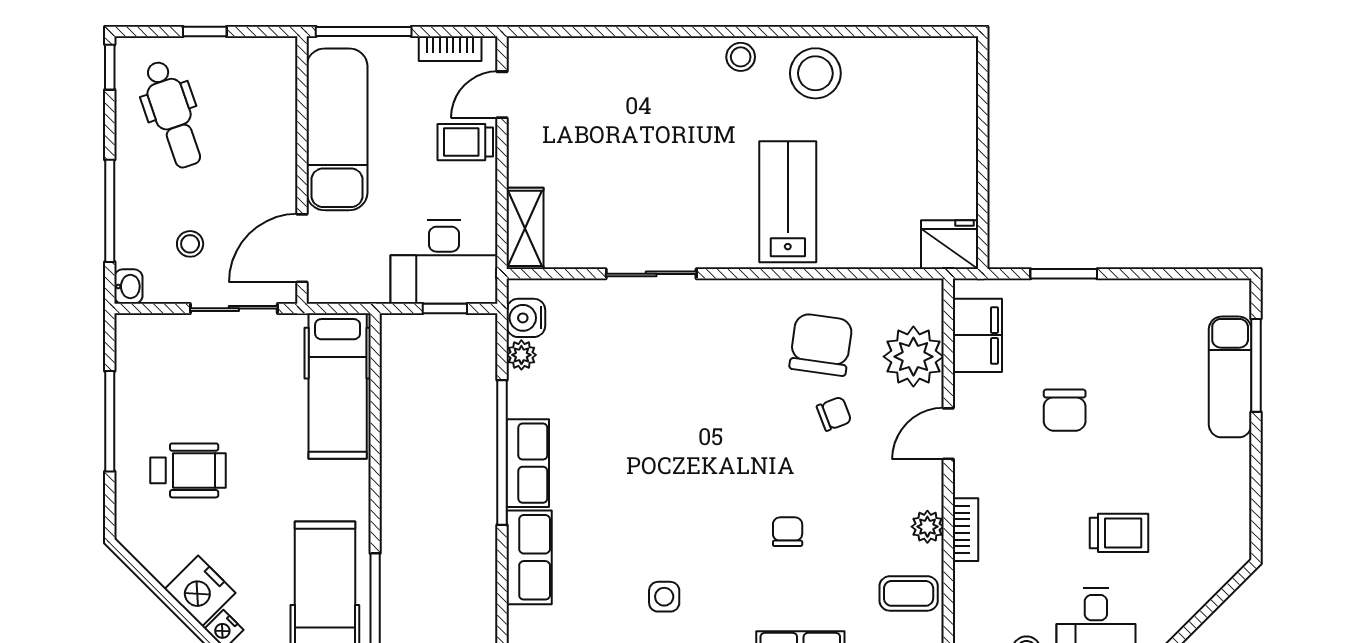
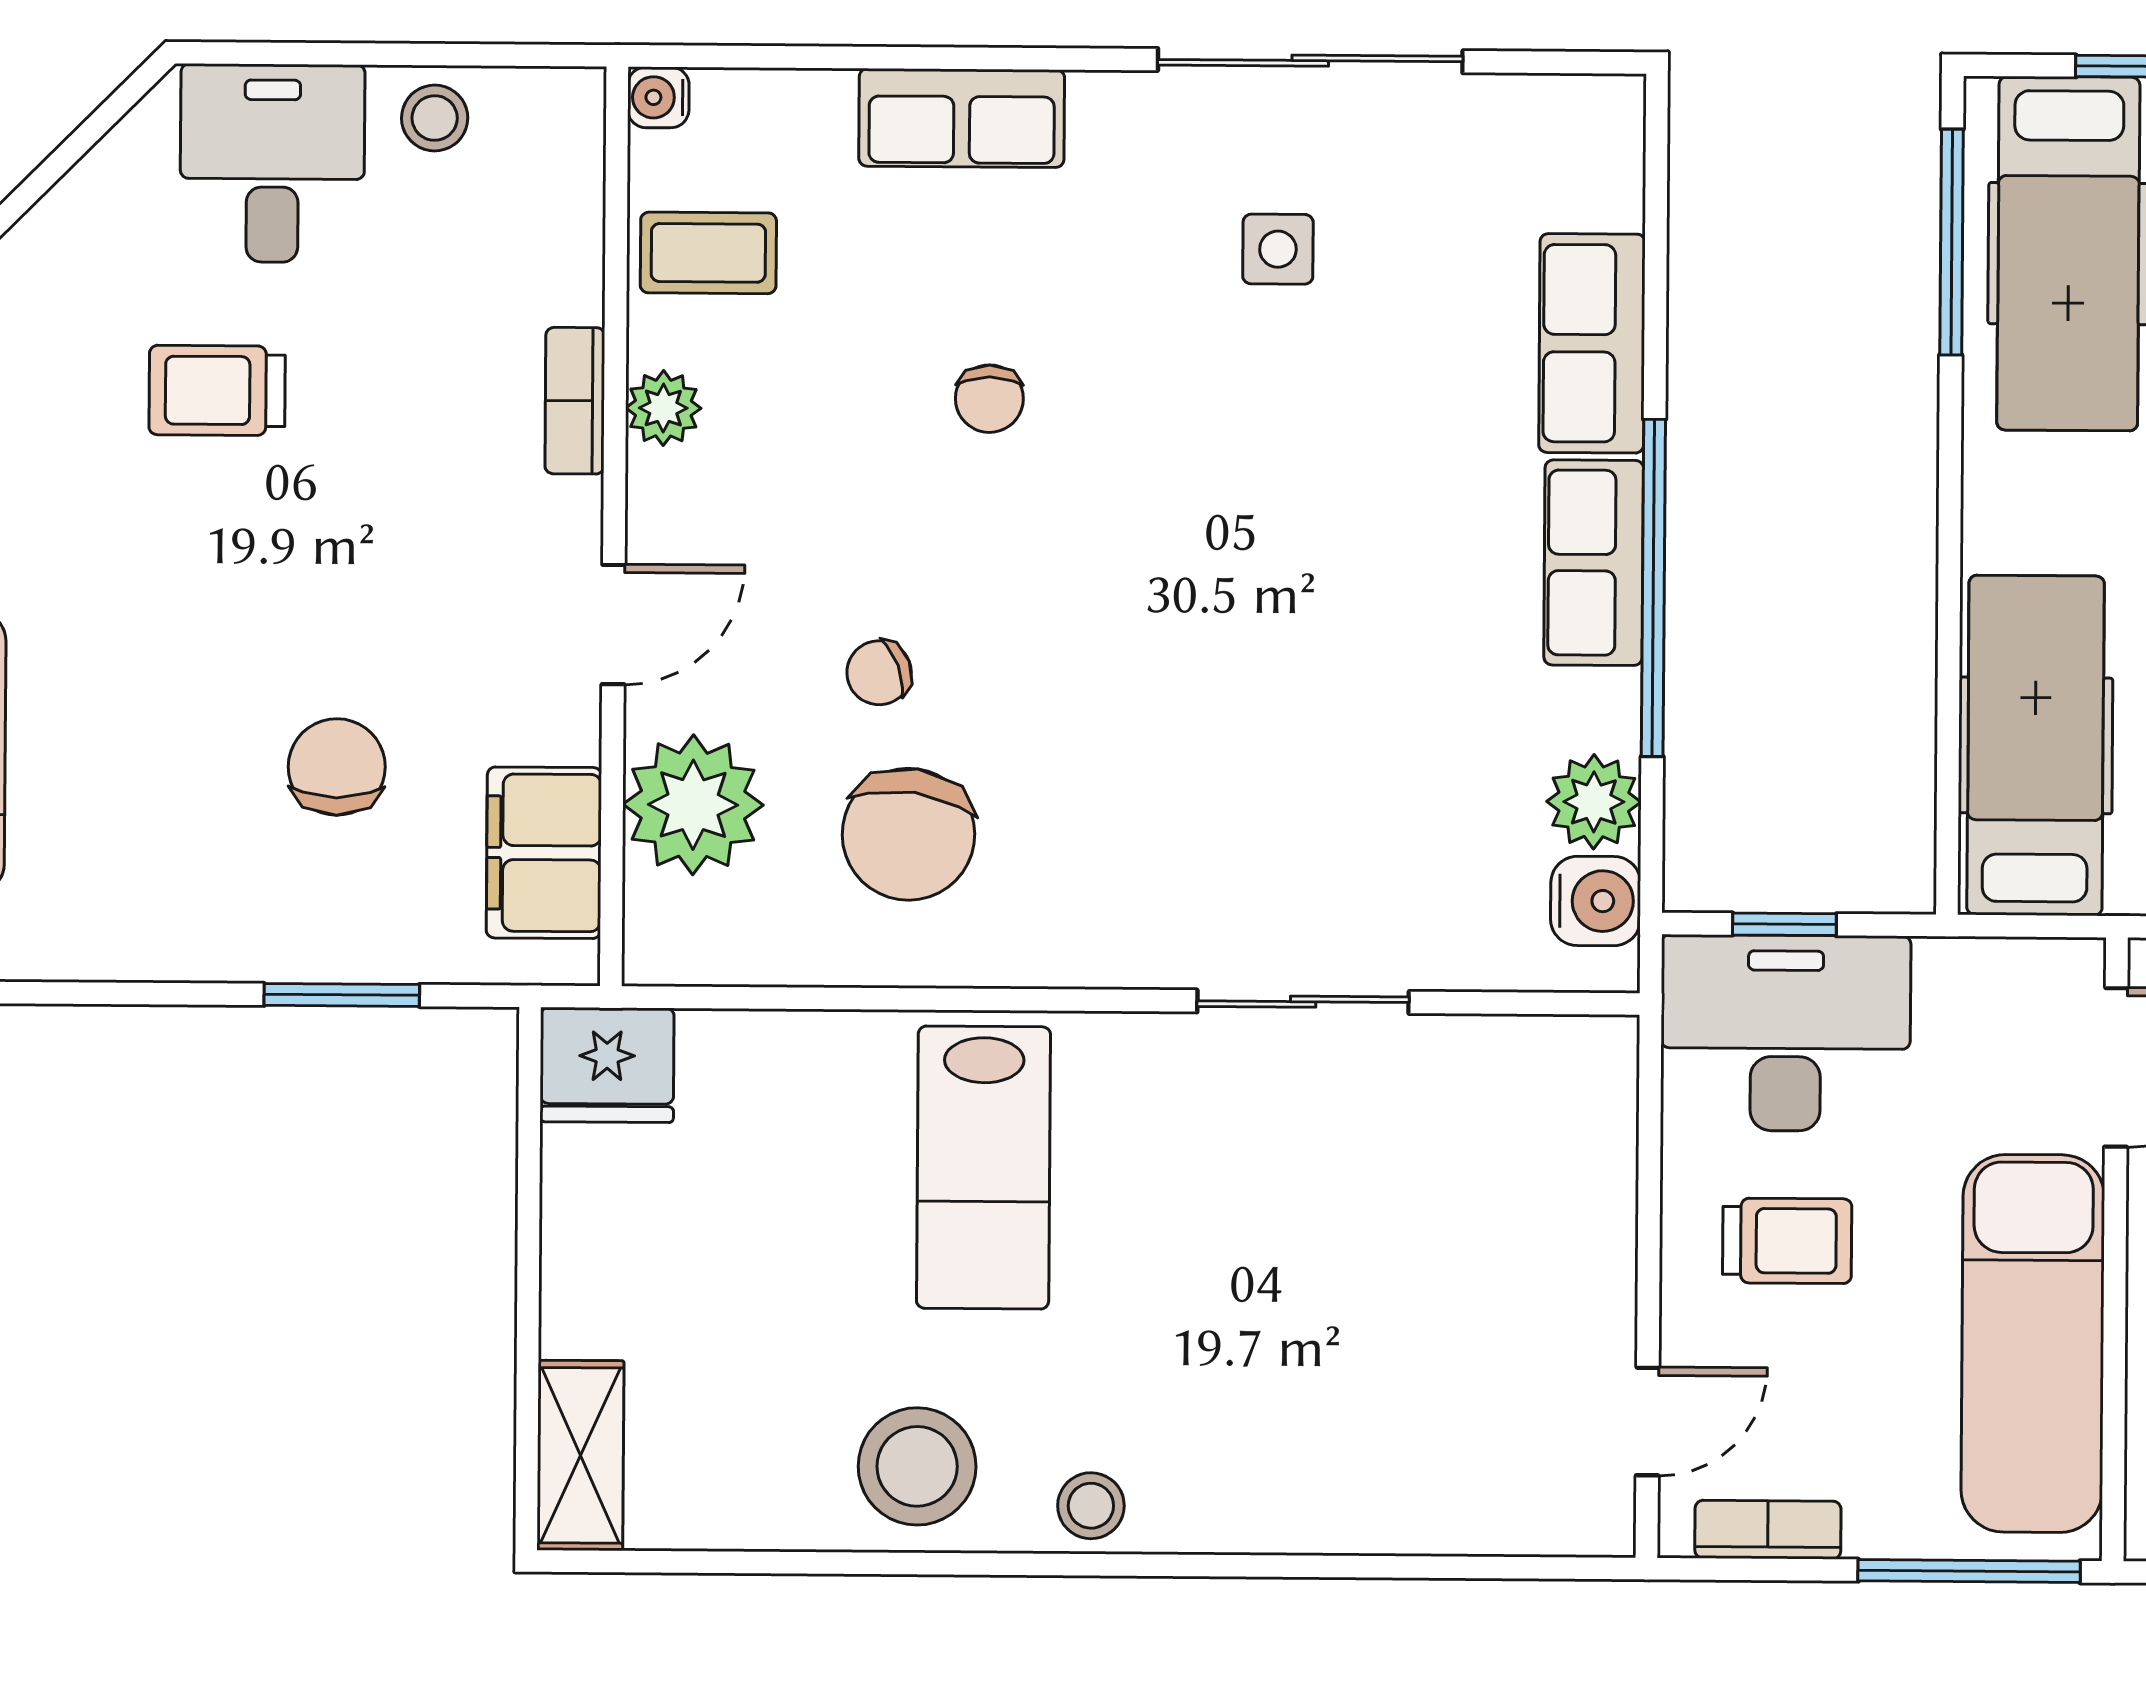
trolley: (465, 142) -> (1787, 1241), moved
shelving: (525, 228) -> (580, 1455), moved
plant: (521, 355) -> (1594, 802), width x1.38, depth x1.38
chair: (1065, 410) -> (337, 767), moved

